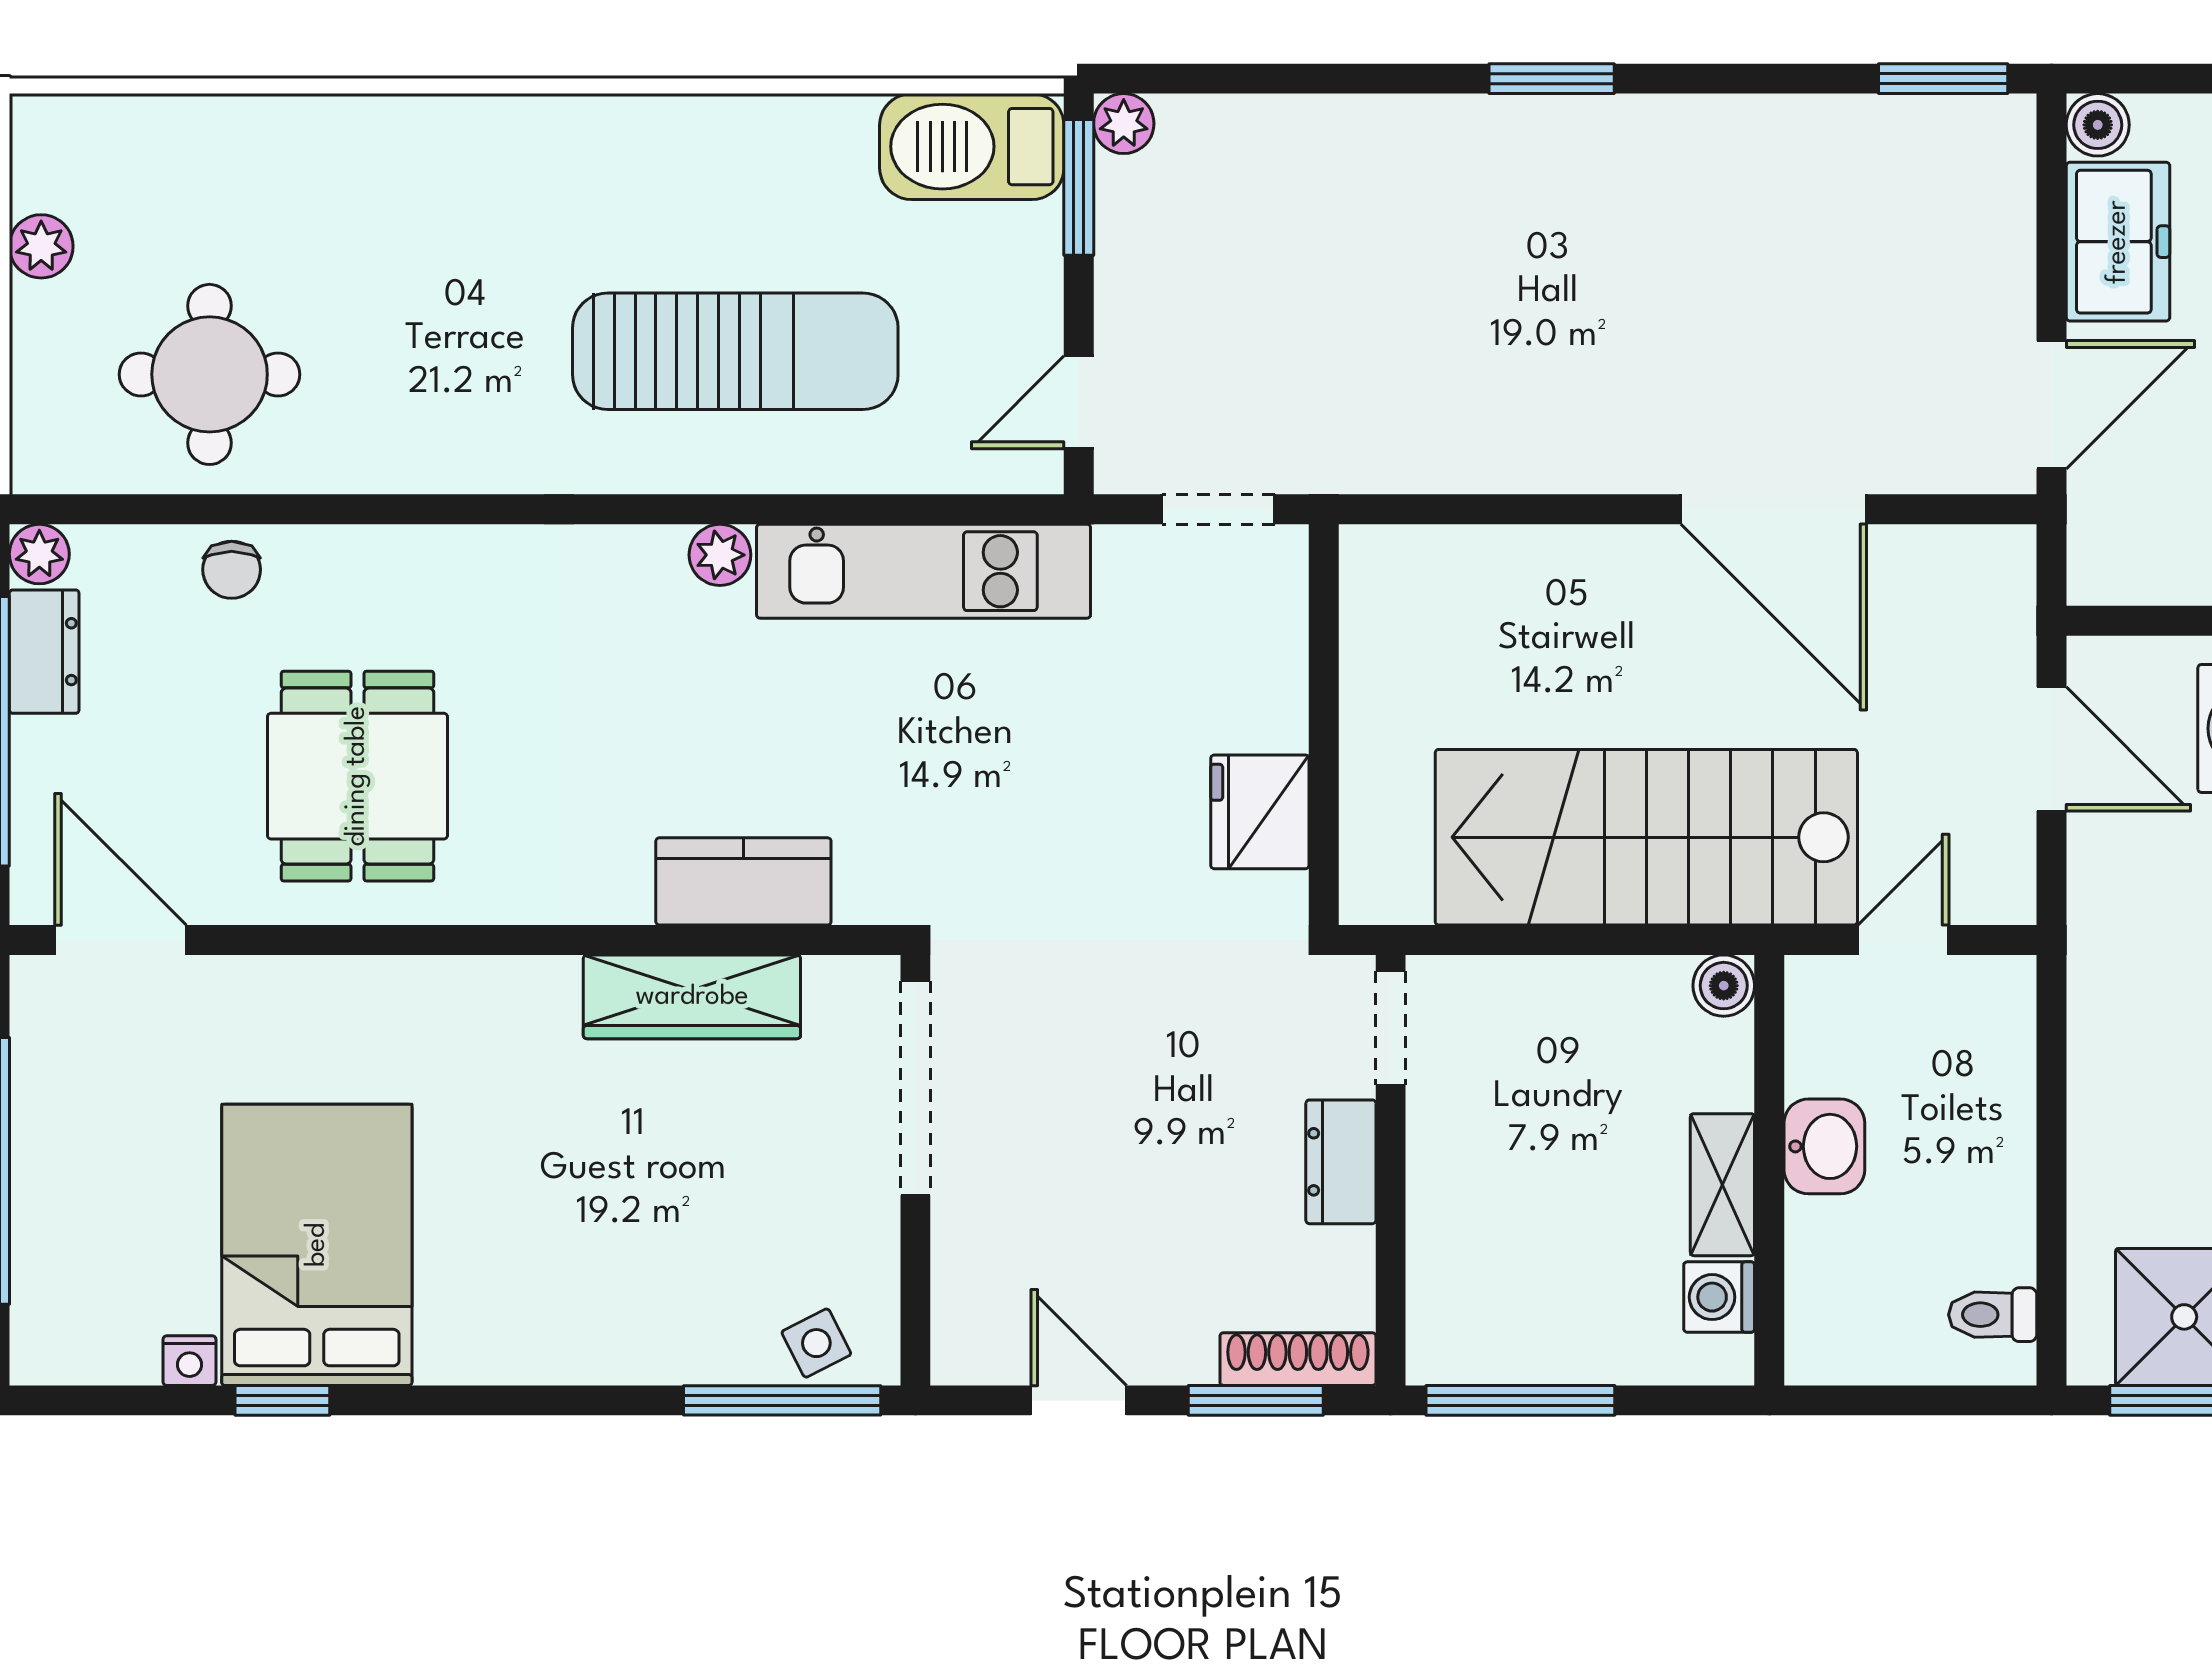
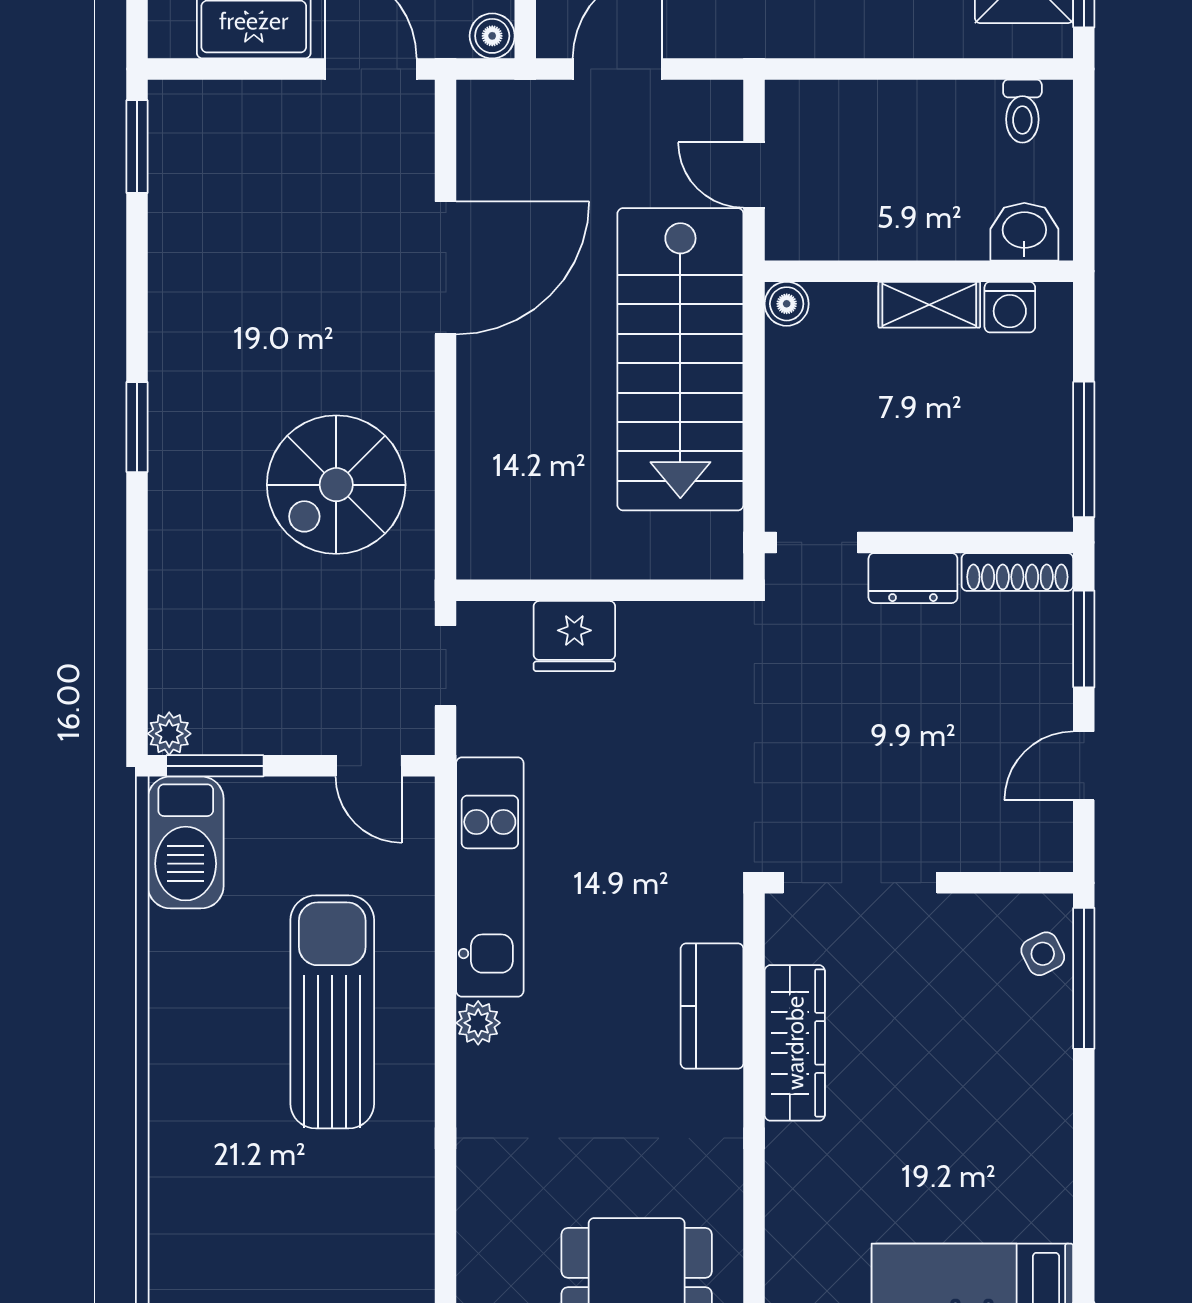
boiler: (2098, 125) -> (492, 36), moved
spiral stairs: (1471, 357) -> (336, 485), added
fridge: (1260, 812) -> (574, 636), moved
washbasin: (1824, 1146) -> (1024, 232), moved
shoe rack: (1298, 1359) -> (1017, 572), moved, turned -90

